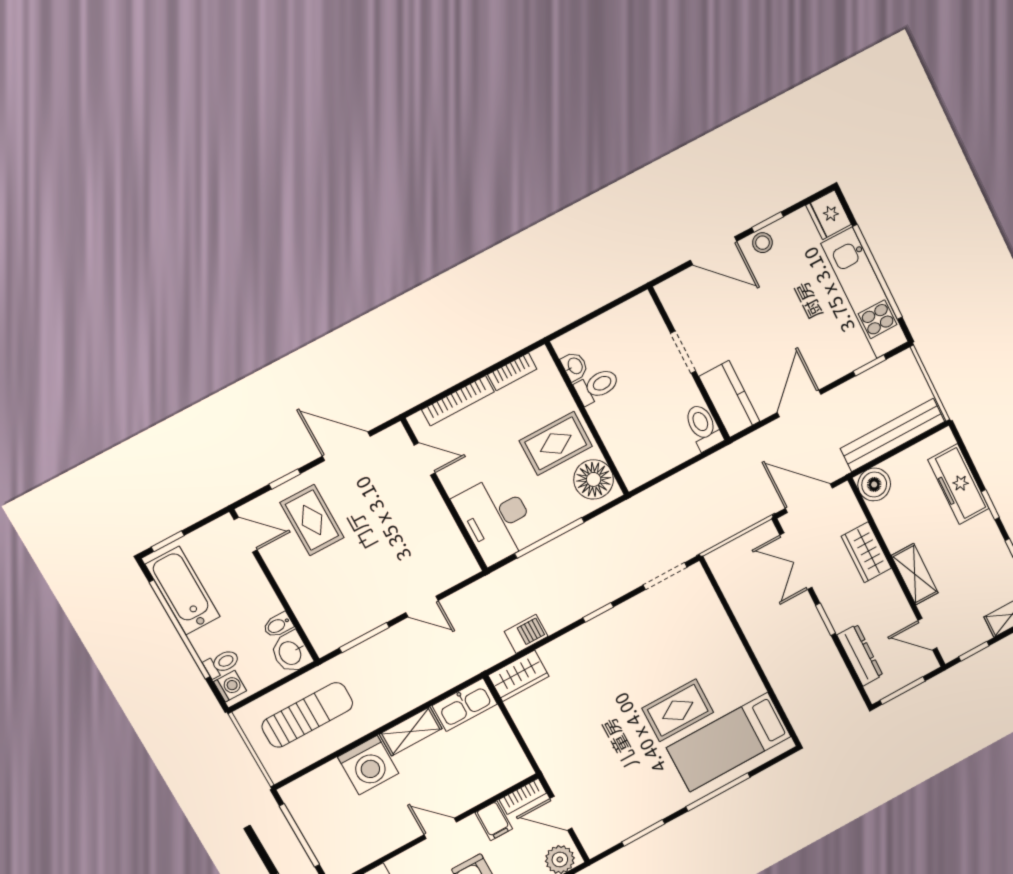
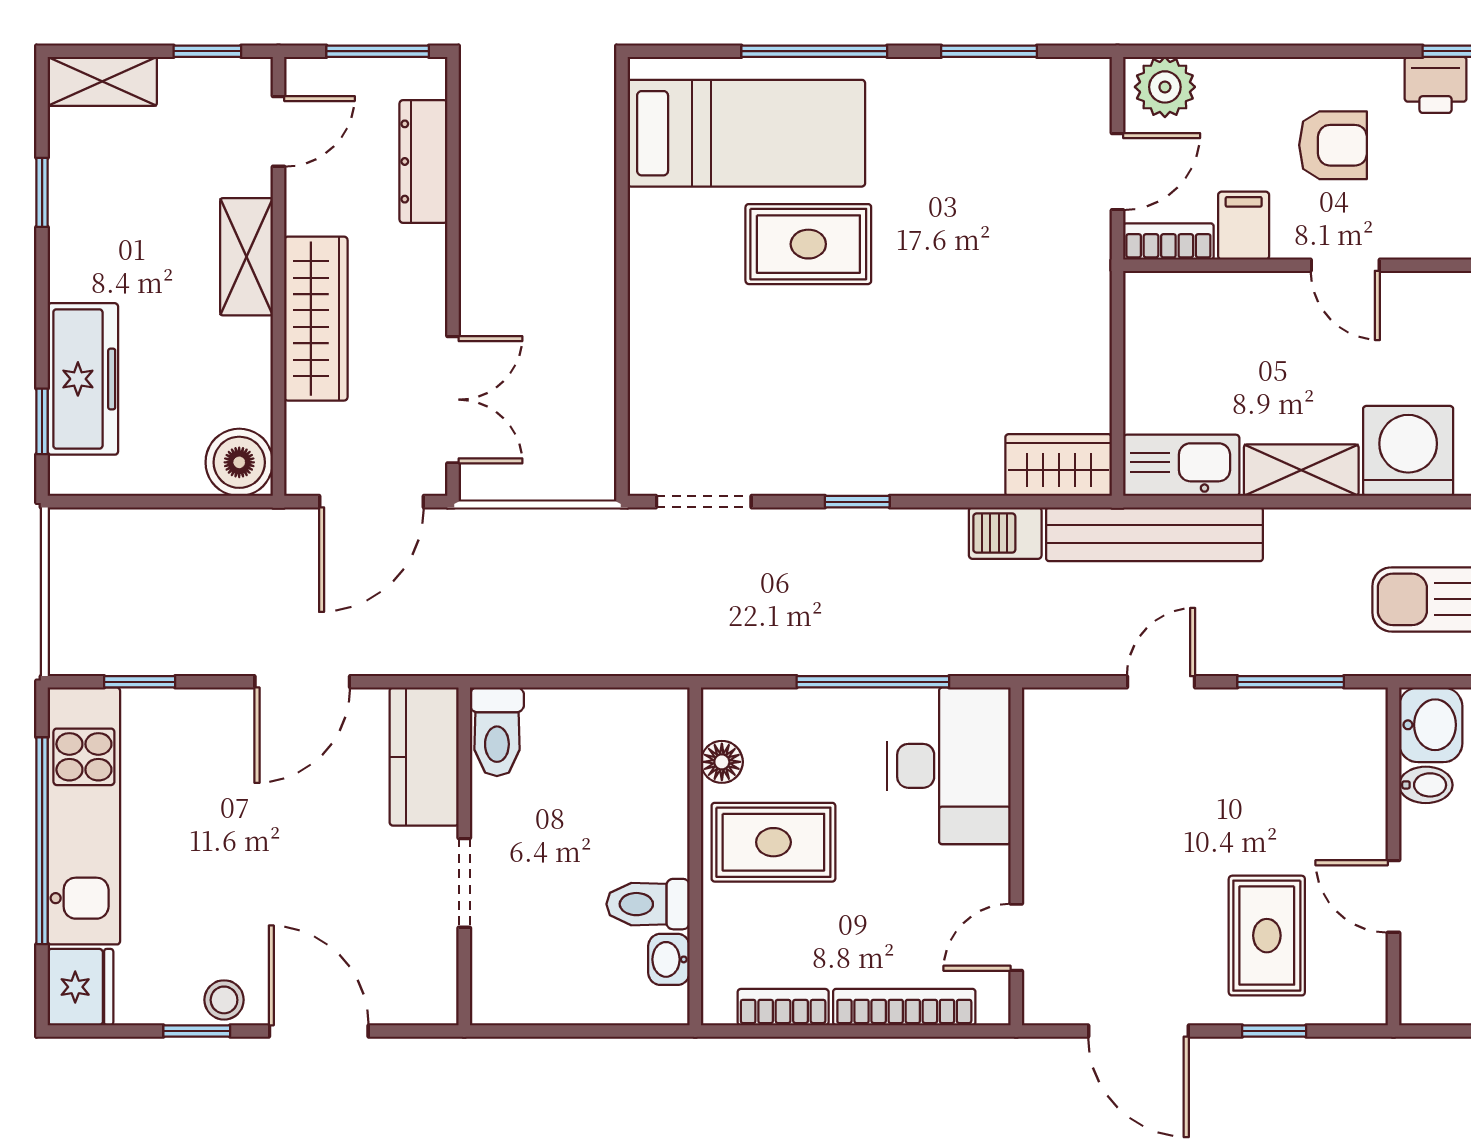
bench: (892, 435) -> (1154, 534), moved
door: (425, 459) -> (1016, 937), hinge flipped
floor lamp: (594, 479) -> (722, 762), width x0.53, depth x0.53
door: (809, 498) -> (371, 502), hinge flipped
window: (990, 505) -> (42, 421), moved
door: (246, 535) -> (1393, 896), moved
wardrobe: (866, 552) -> (316, 319), width x1.50
door: (422, 607) -> (1161, 682), hinge flipped
window: (826, 619) -> (453, 263), removed
door: (927, 634) -> (279, 131), hinge flipped
door: (561, 813) -> (1118, 172), hinge flipped

